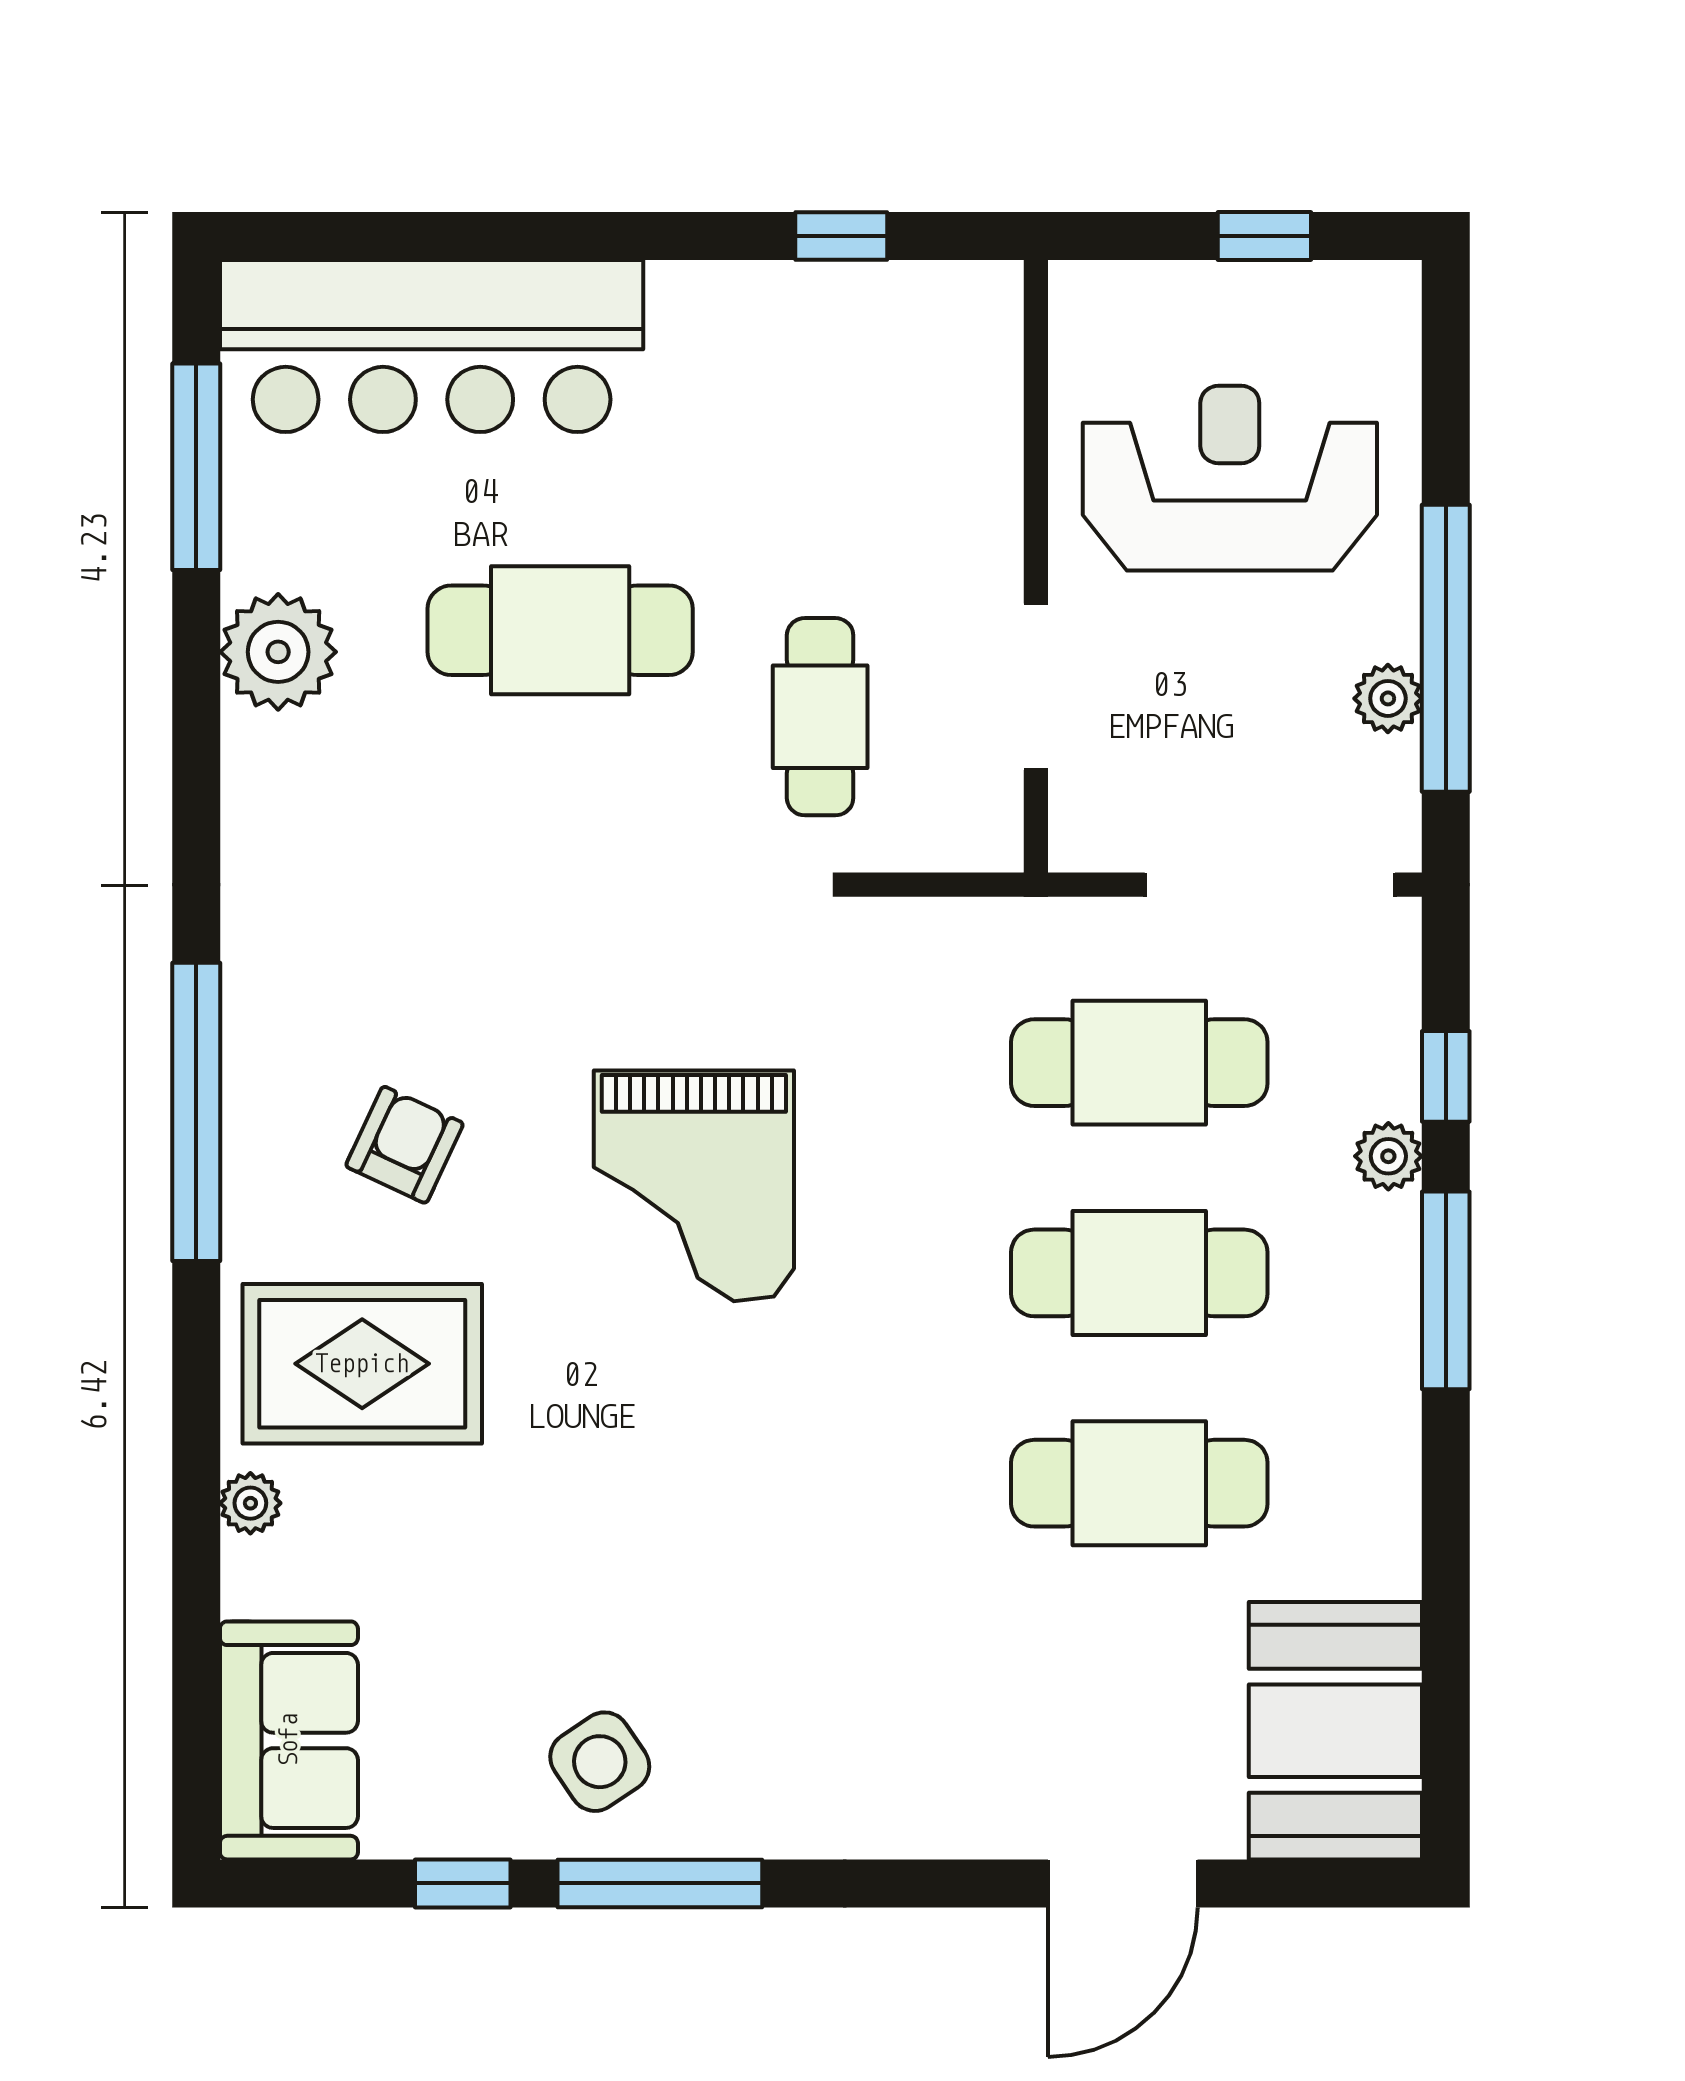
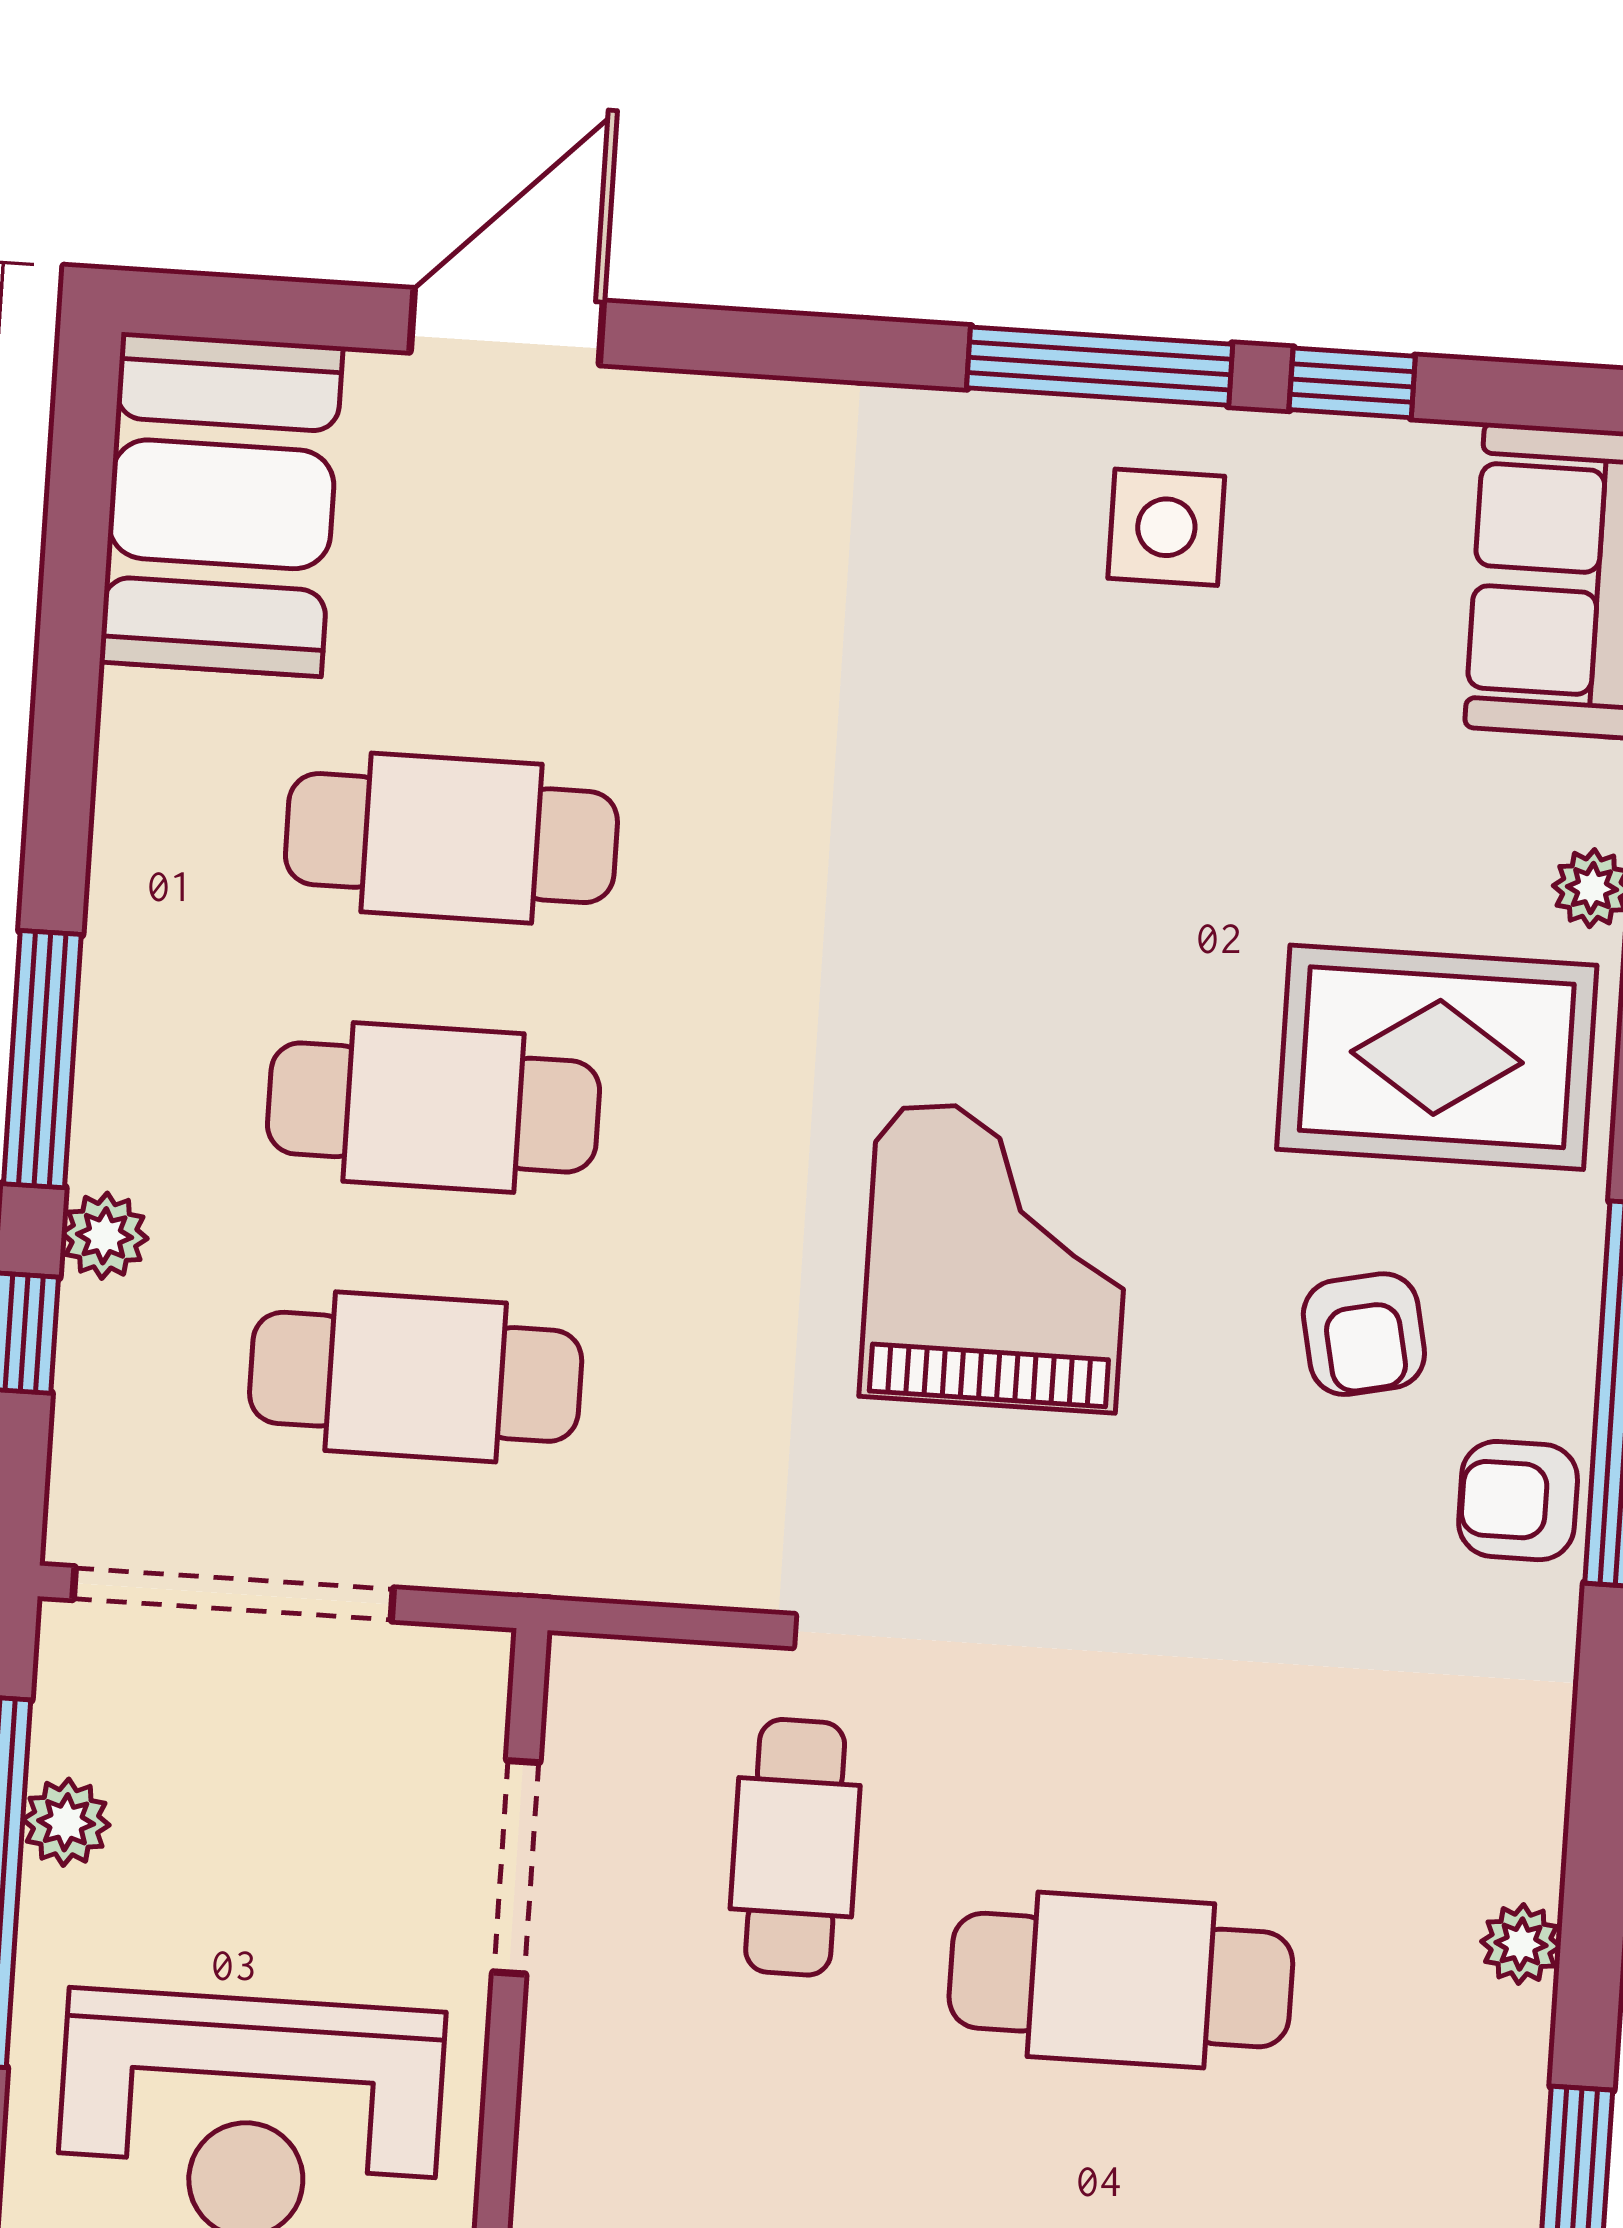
plant: (278, 652) -> (1521, 1944), width x0.53, depth x0.53
armchair: (276, 1023) -> (1518, 1501), added
armchair: (405, 1145) -> (1364, 1334), turned -37
side table: (600, 1762) -> (1166, 527), turned 34

